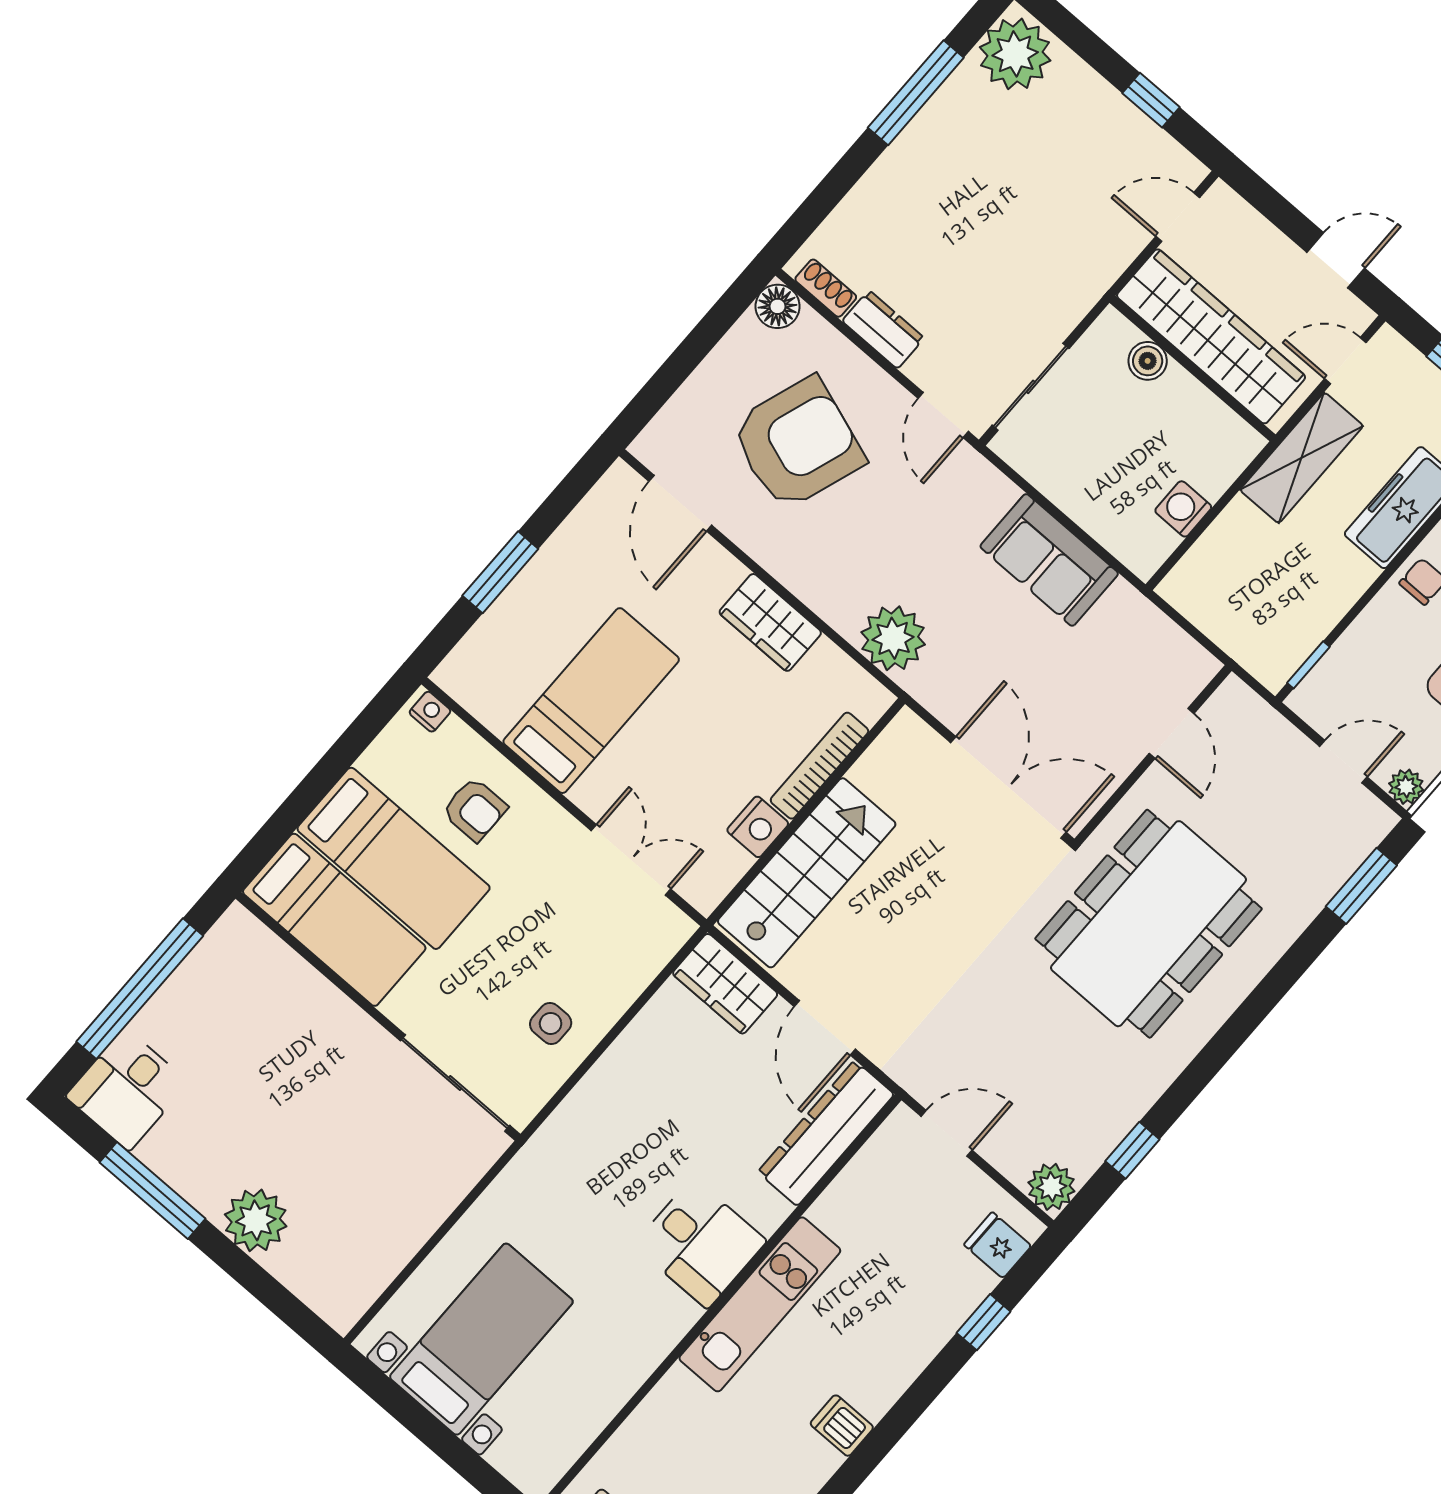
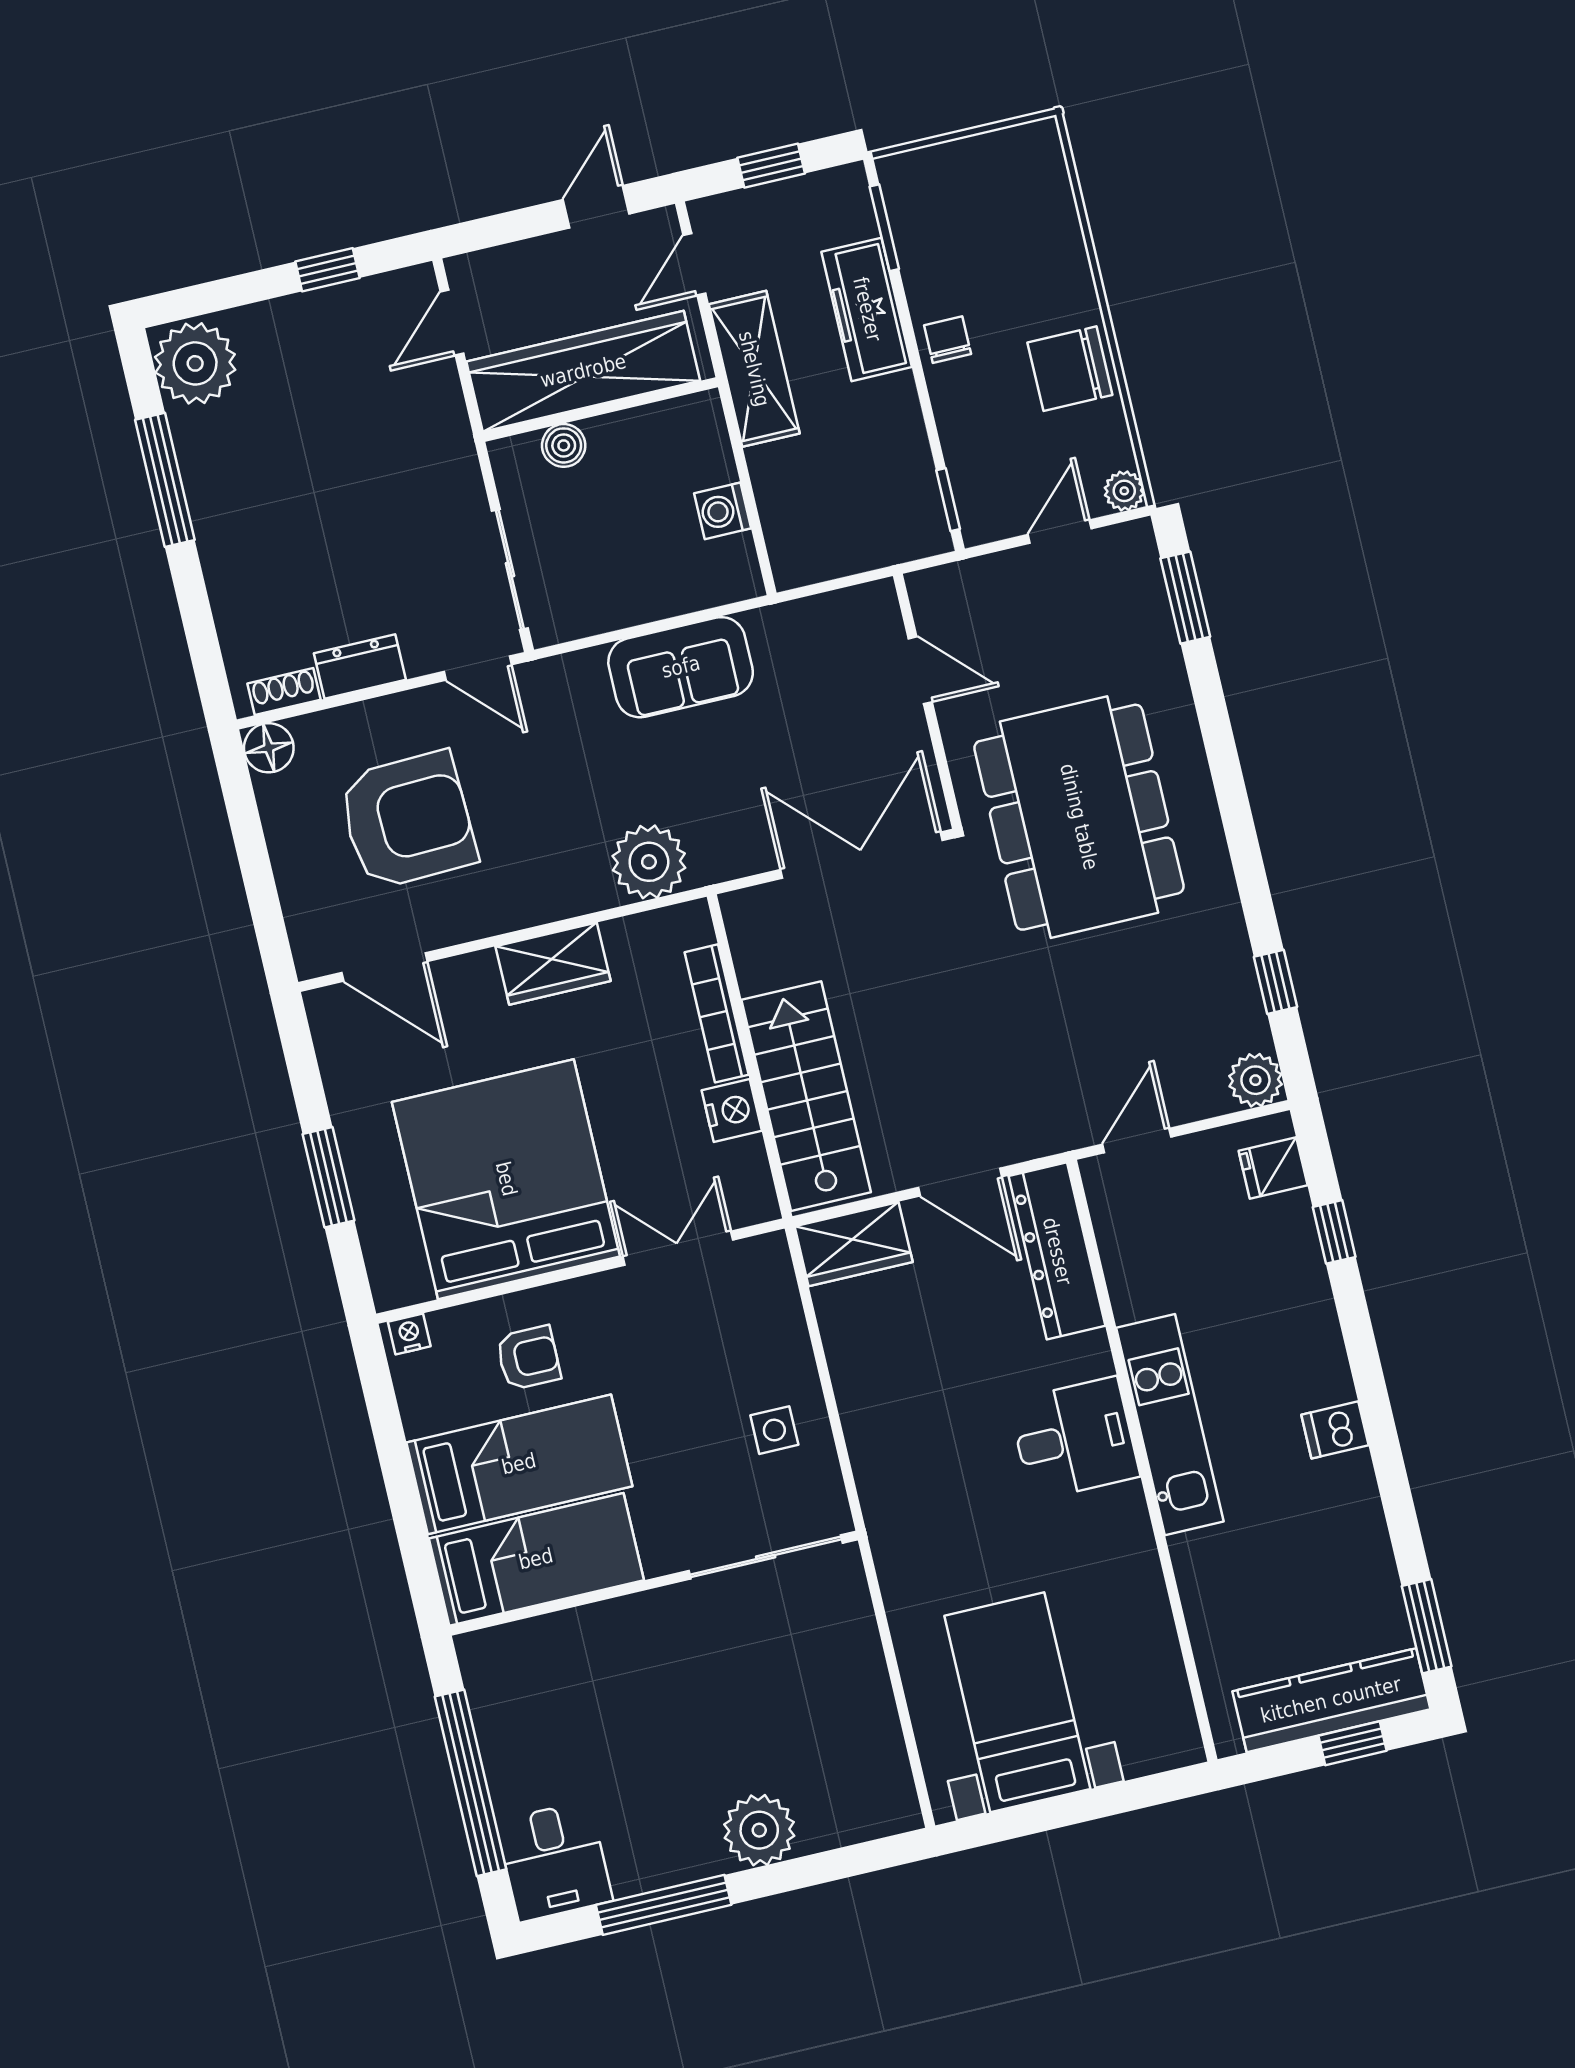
armchair: (798, 443) -> (407, 820), turned 69
bed: (591, 701) -> (506, 1179), width x2.04

